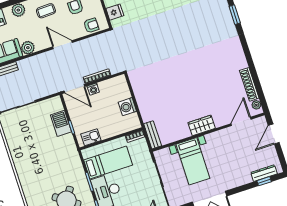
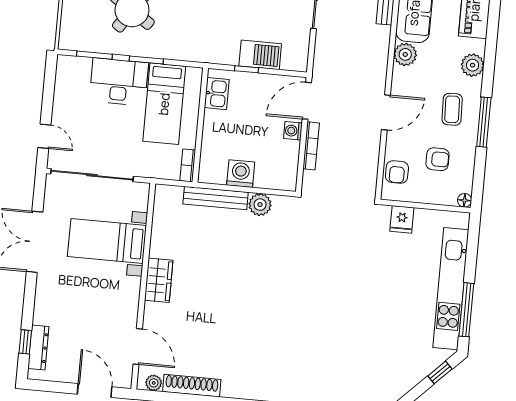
plant: (139, 90) -> (260, 205), added
bench: (153, 135) -> (216, 198), moved, width x1.36

